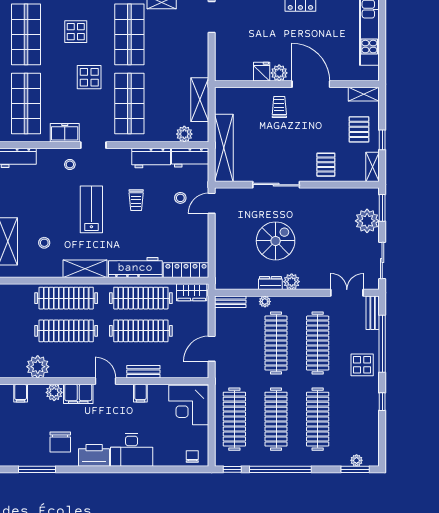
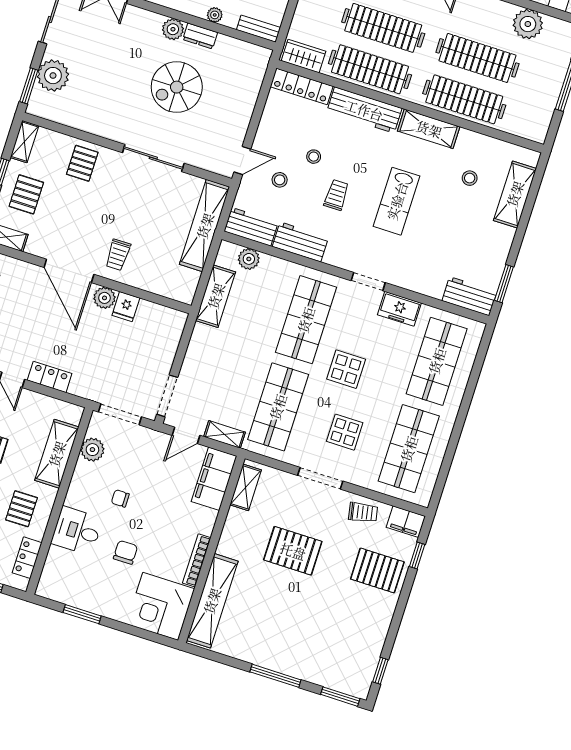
stool: (70, 164) -> (314, 157), moved

